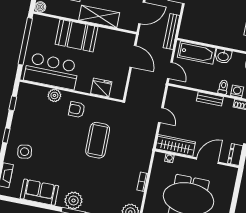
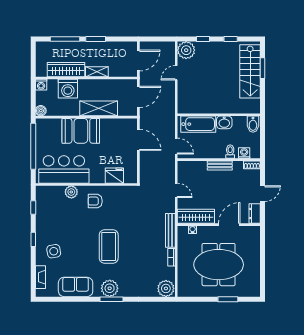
bench: (171, 32) -> (170, 230), moved
coffee table: (98, 140) -> (109, 247), moved

